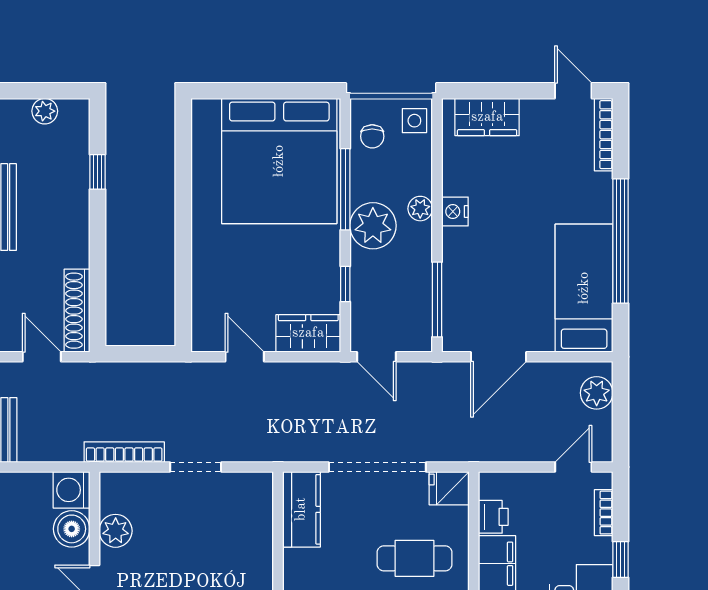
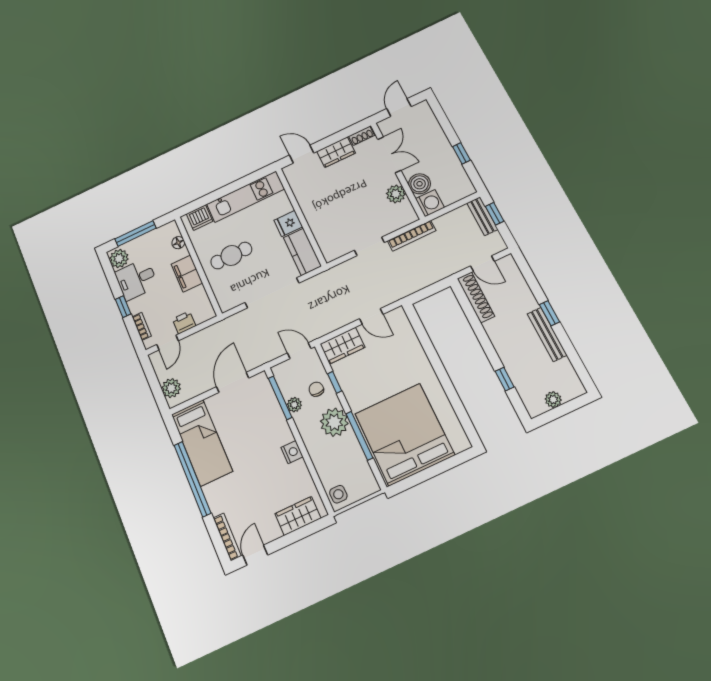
door: (573, 91) -> (255, 555), swing flipped
chair: (372, 136) -> (316, 389), moved
plant: (420, 209) -> (294, 405), moved
fridge: (449, 488) -> (288, 223), moved, turned 180
printer: (493, 517) -> (184, 322), moved, turned 90

